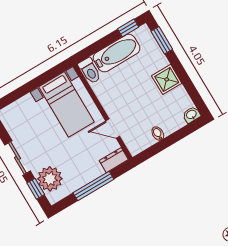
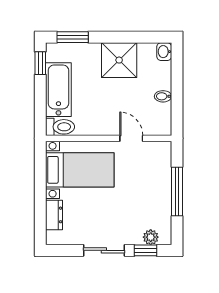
shower: (167, 79) -> (119, 60), width x1.36, depth x1.36
door: (113, 129) -> (131, 138), swing flipped
dresser: (114, 160) -> (54, 215), moved, turned 180
plant: (50, 179) -> (151, 237), width x0.53, depth x0.53

